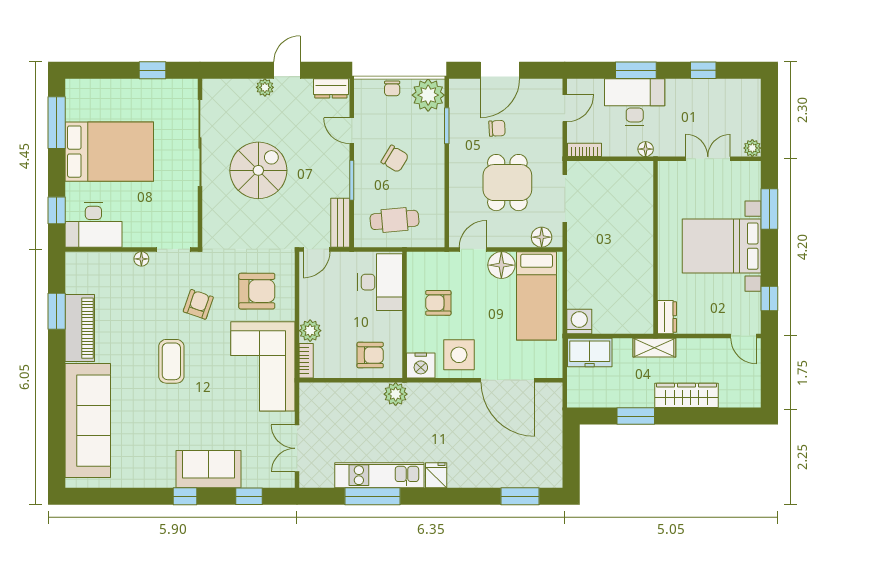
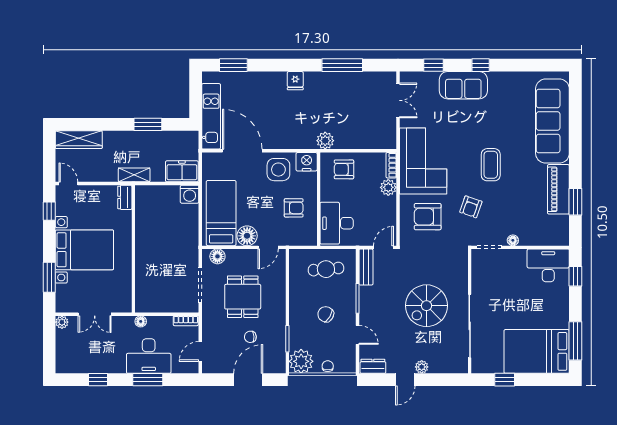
bed: (109, 152) -> (537, 351), moved
wardrobe: (686, 395) -> (79, 140), moved
kitchen unit: (379, 475) -> (211, 116), moved, turned -90

